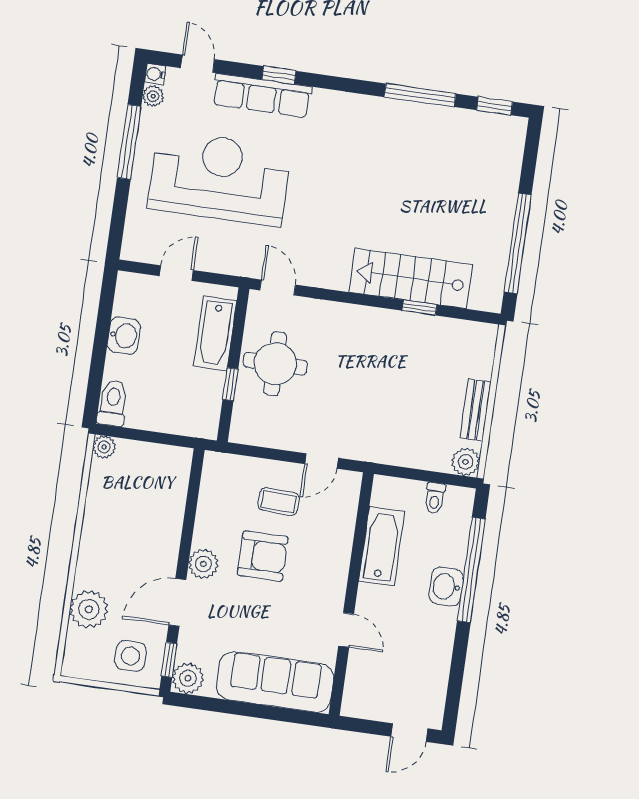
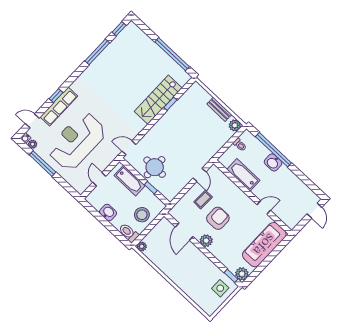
stool: (166, 404) -> (142, 215), added
door: (177, 602) -> (184, 232), moved
plant: (89, 609) -> (194, 291), removed

